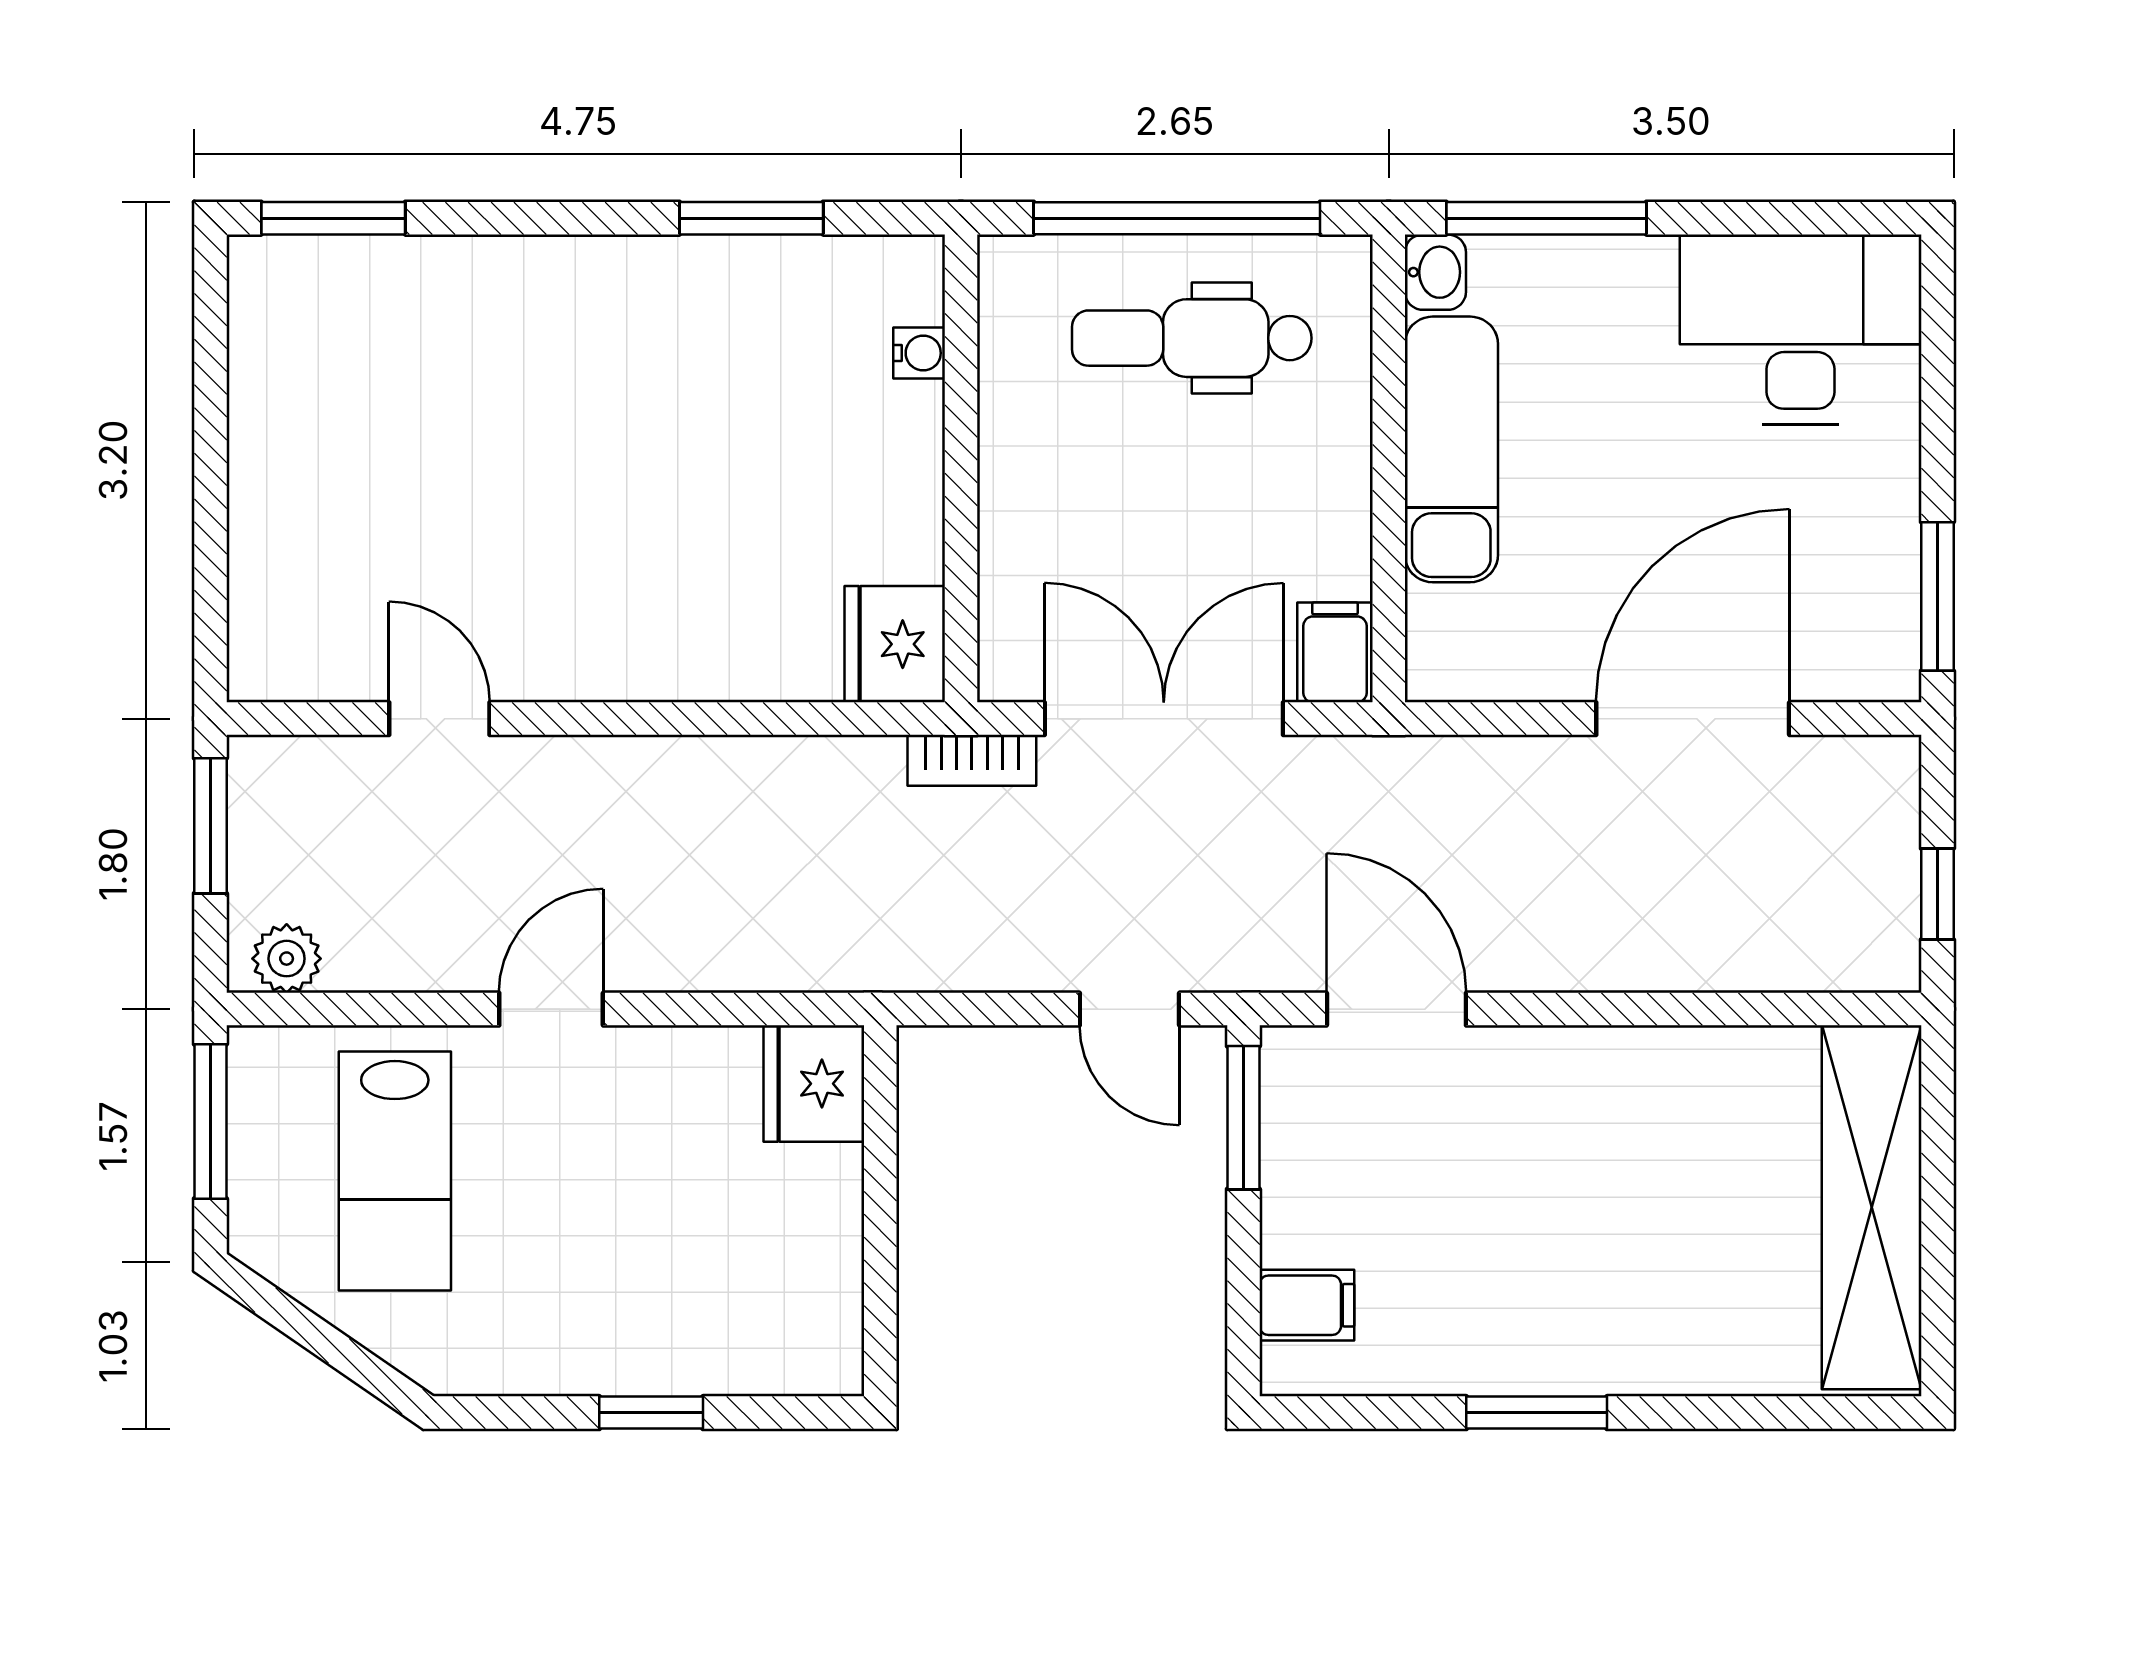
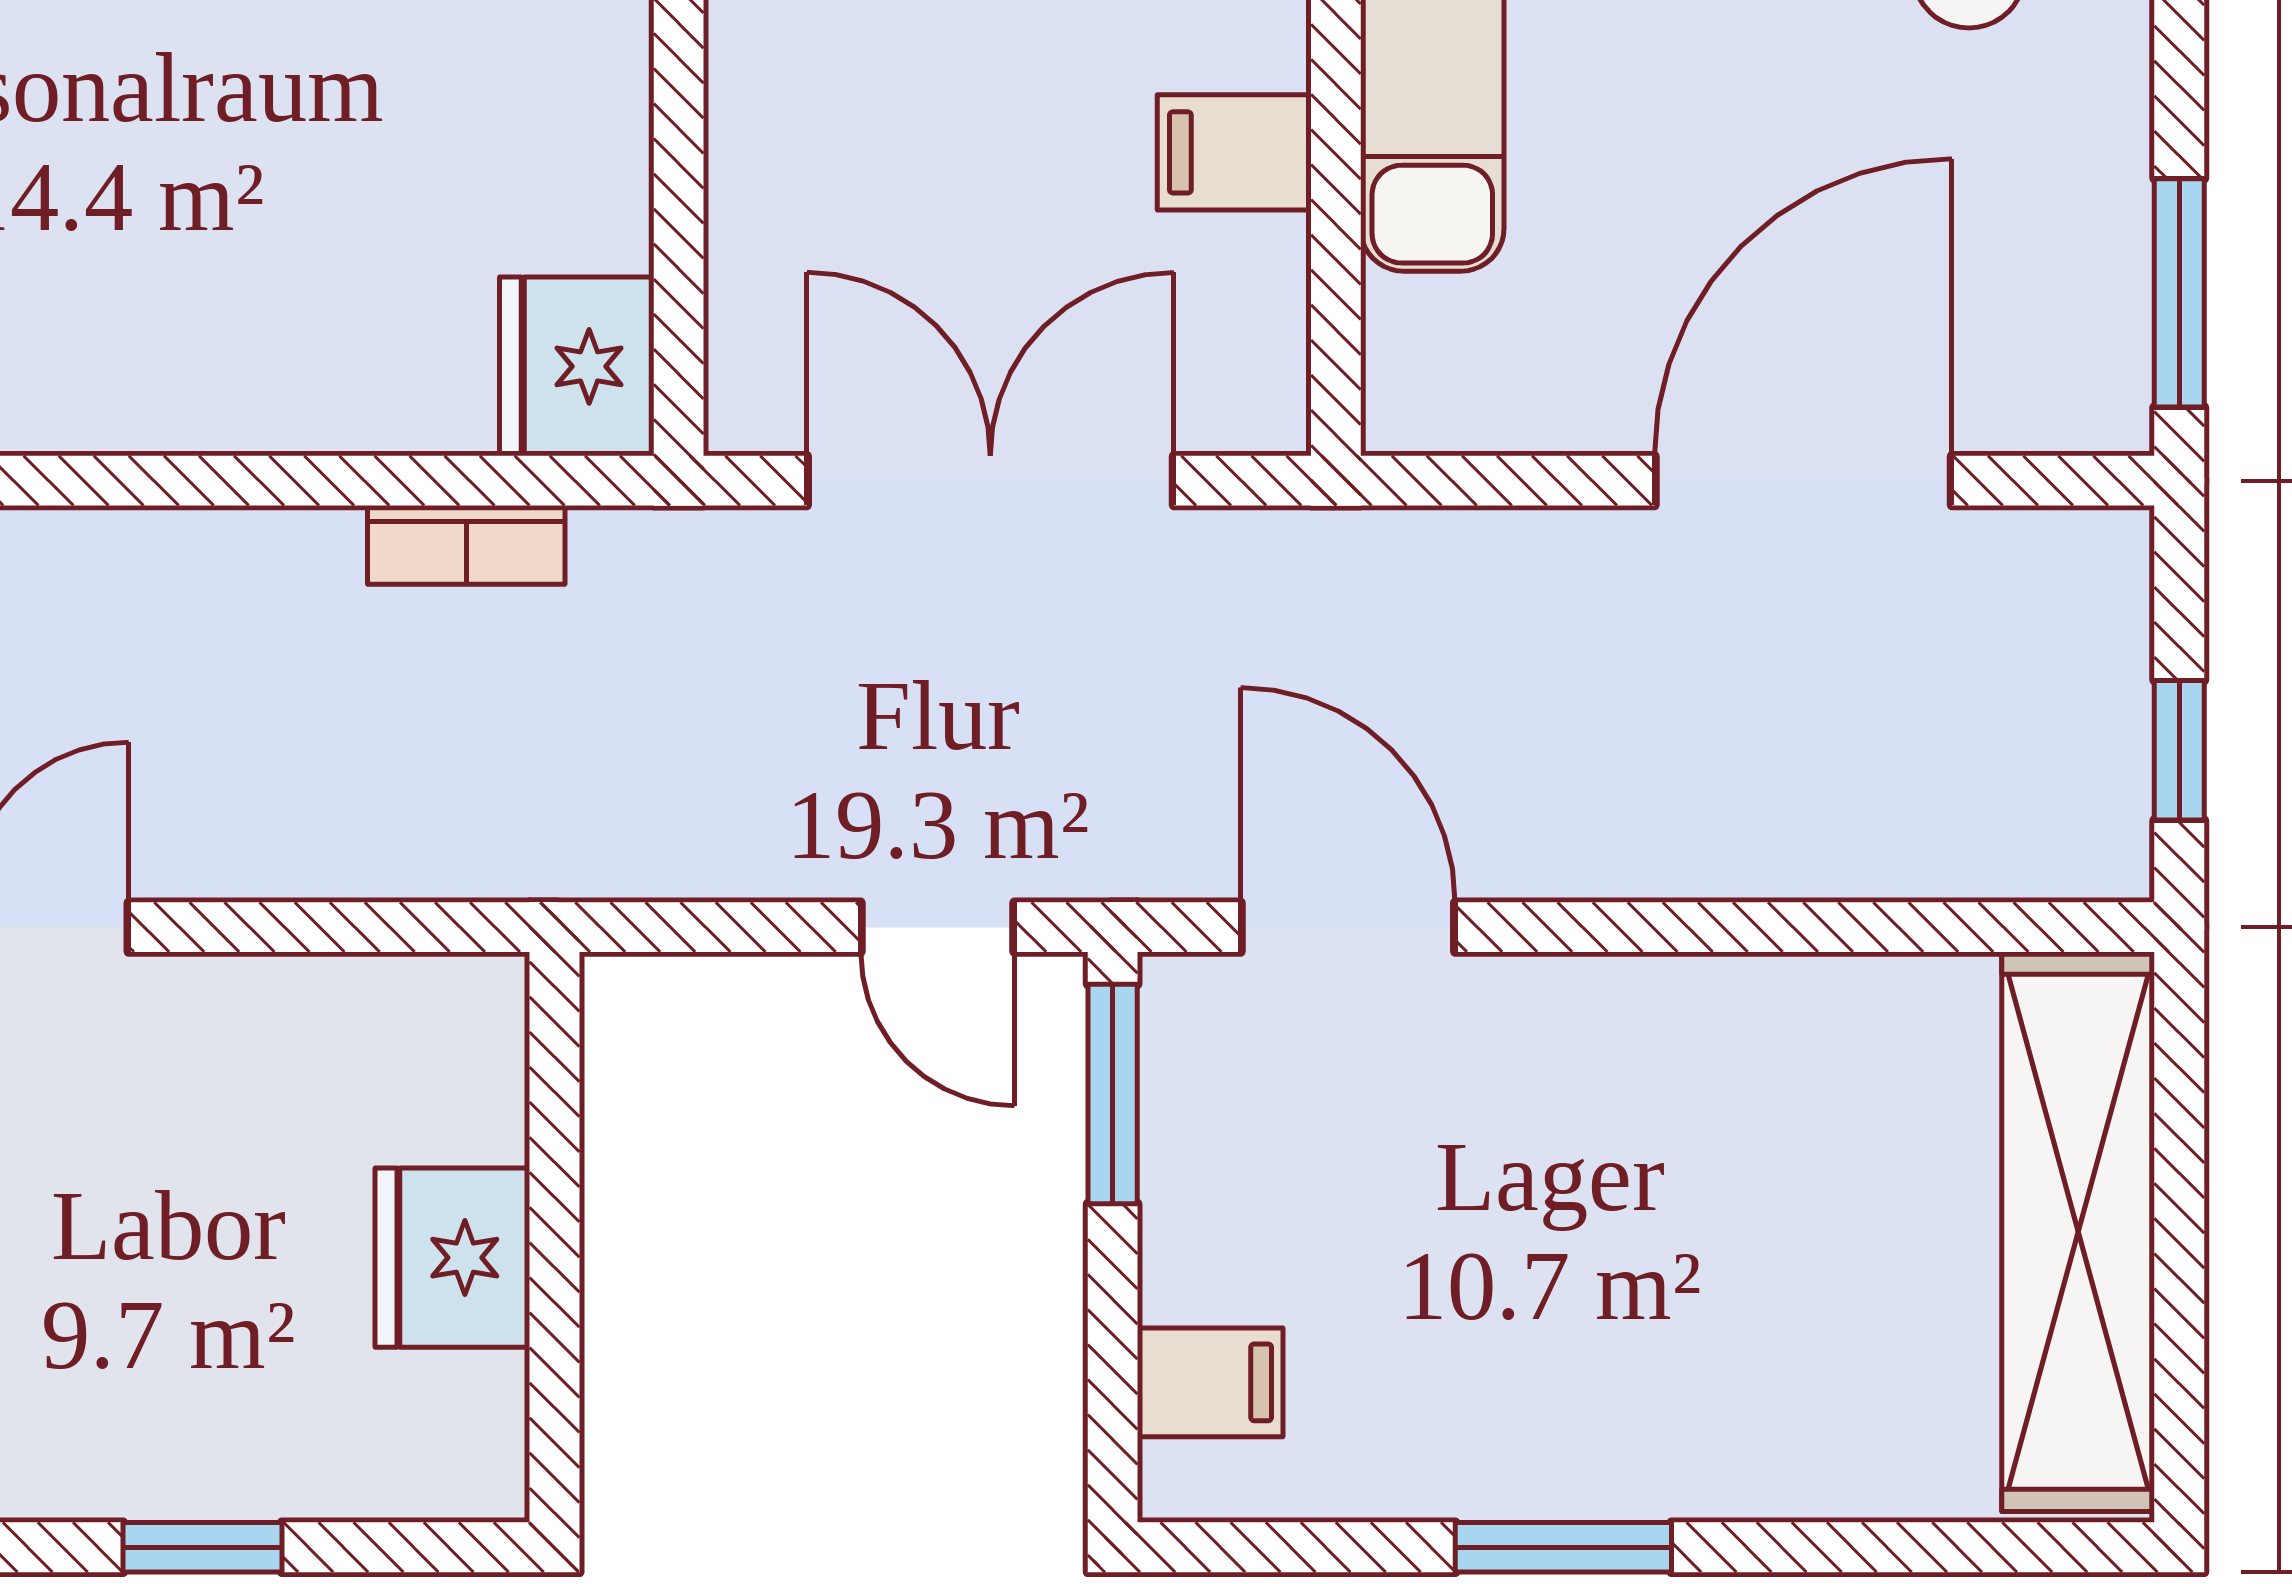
filing cabinet: (1335, 652) -> (1234, 152), moved, turned -90
bookcase: (972, 760) -> (466, 545), moved
fridge: (814, 1084) -> (452, 1258), moved

